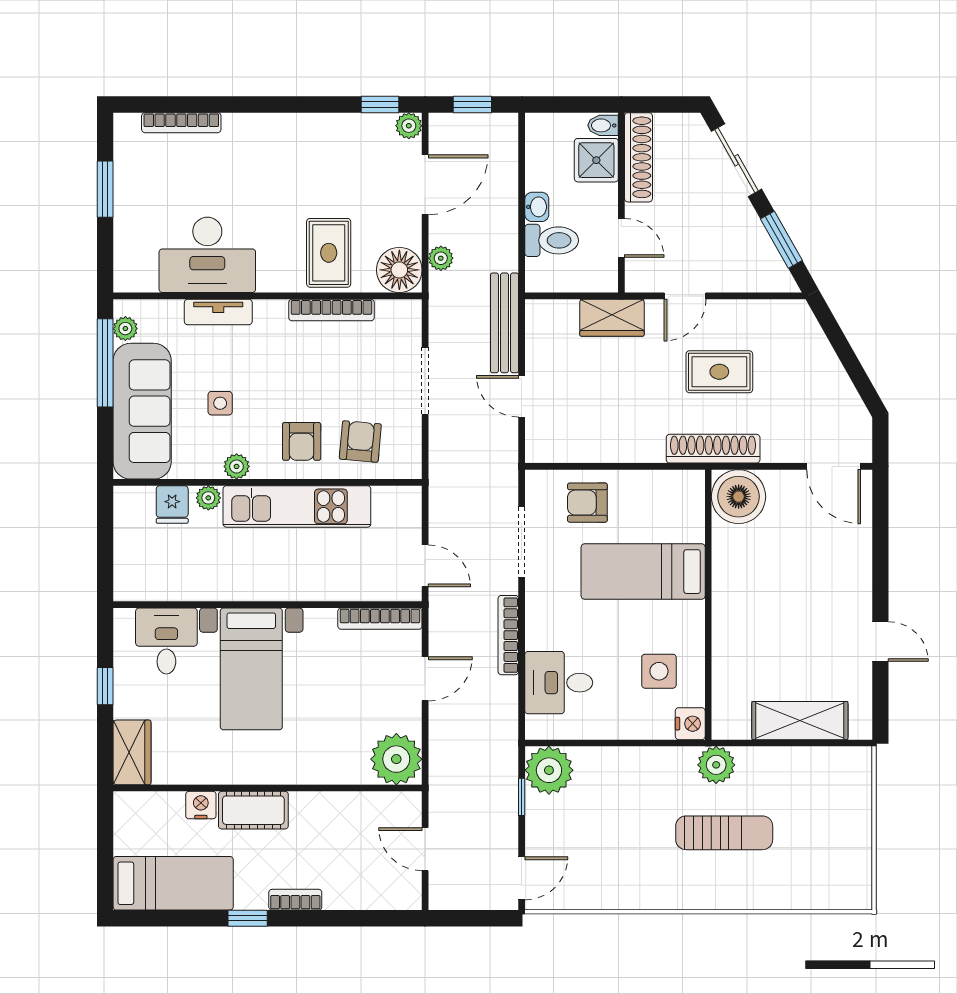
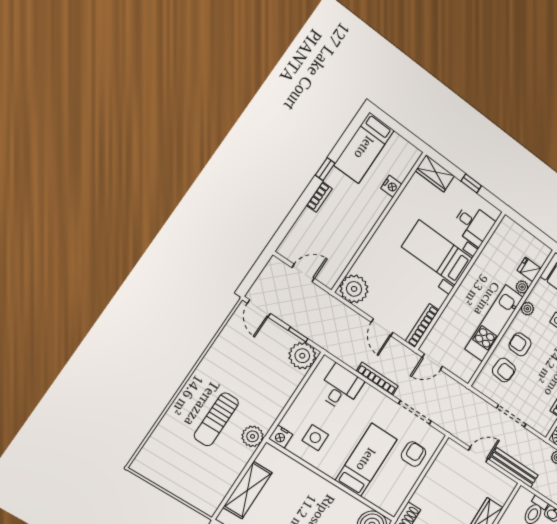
cot: (253, 810) -> (373, 208), removed

